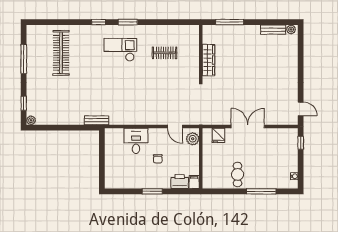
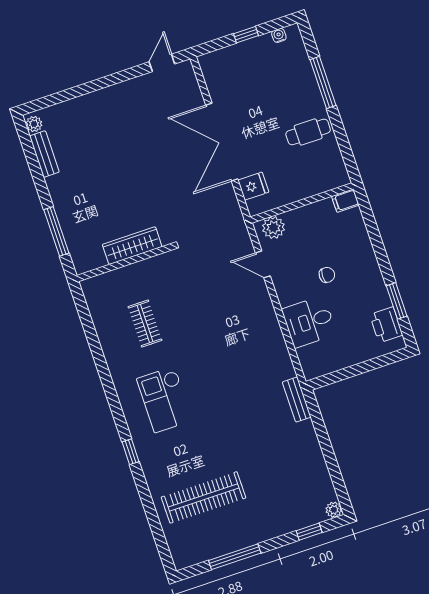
window: (128, 22) -> (114, 403), removed
door: (175, 127) -> (263, 264), swing flipped
double door: (248, 127) -> (222, 142), width x1.36
window: (301, 143) -> (246, 35), moved
printer: (180, 181) -> (386, 325), moved
window: (152, 191) -> (397, 301), moved

